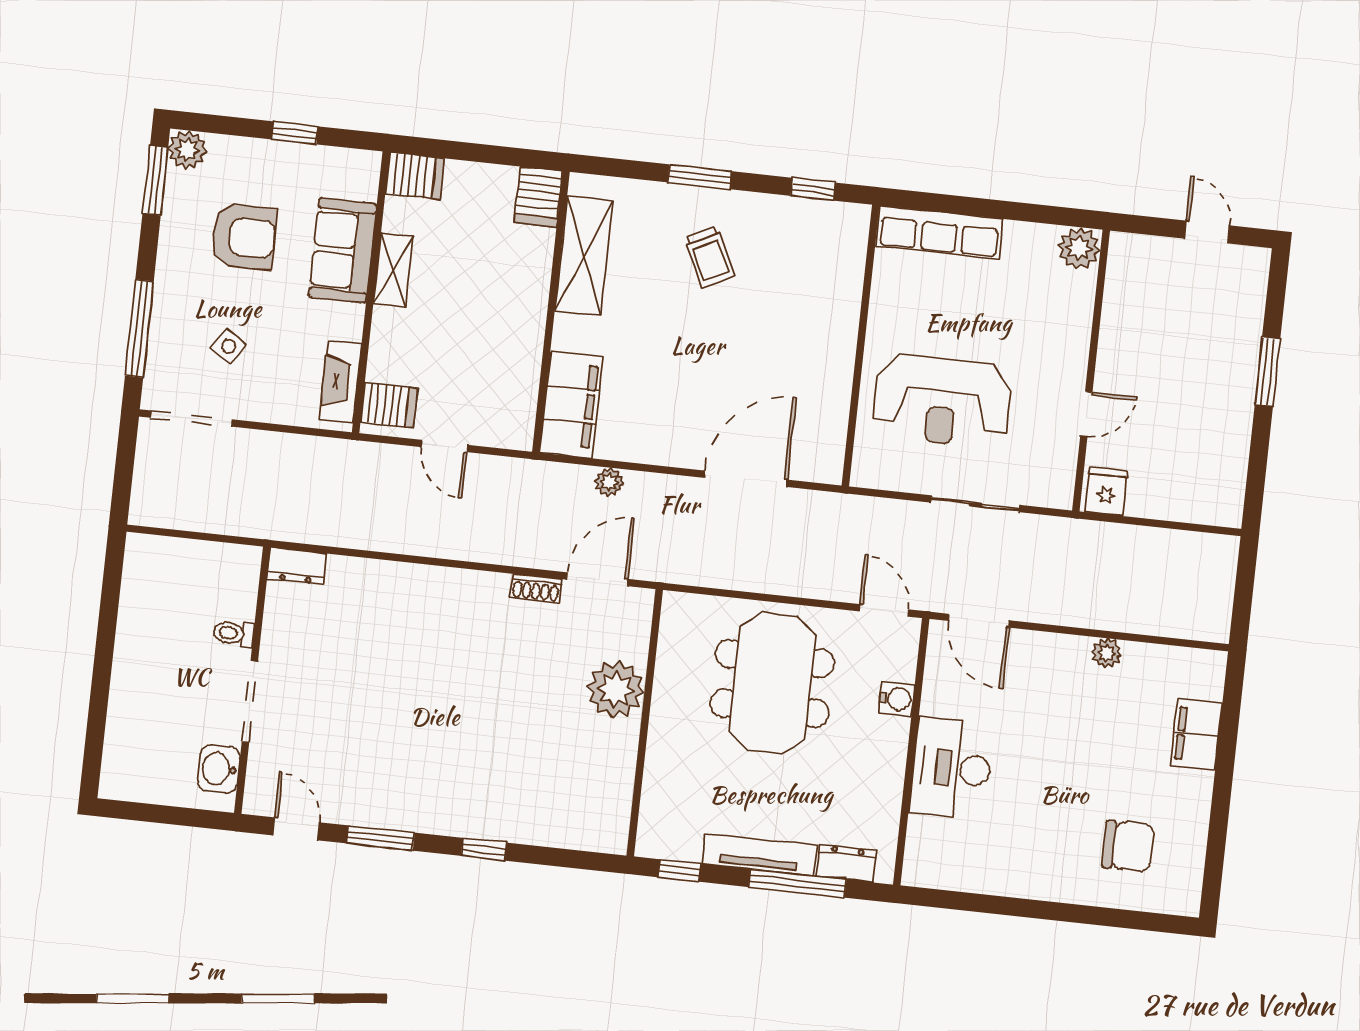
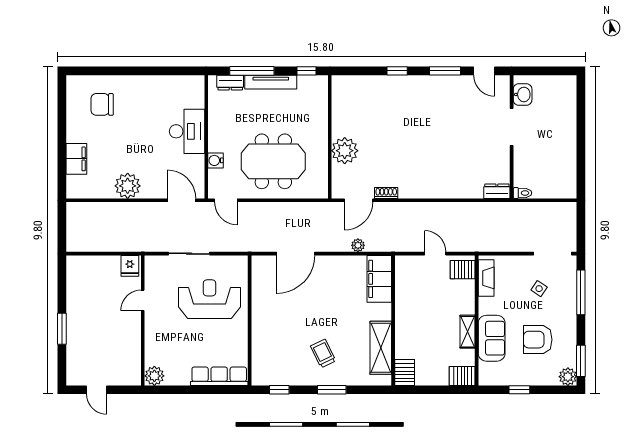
toilet: (234, 633) -> (522, 193), moved
plant: (1107, 653) -> (128, 186), width x1.87, depth x1.87
meeting table: (772, 683) -> (273, 161), turned 90

